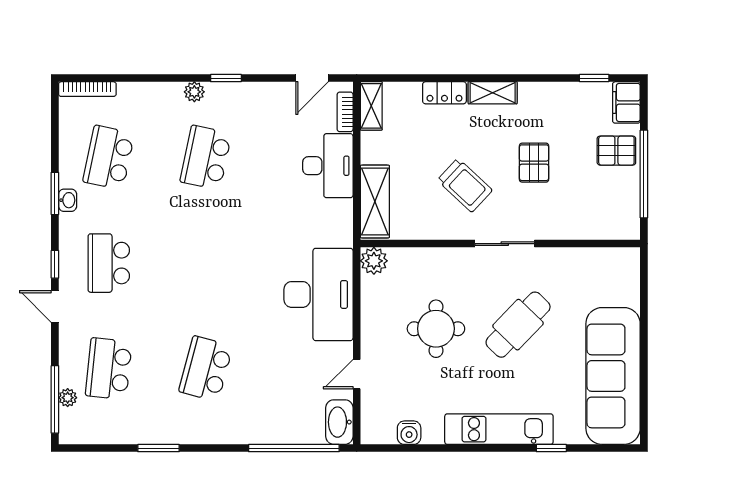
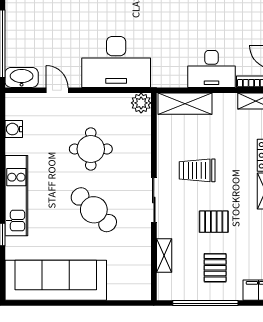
pallet: (616, 151) -> (215, 268), moved
trolley: (465, 185) -> (197, 170), turned 47
shelving: (580, 230) -> (164, 256), added

